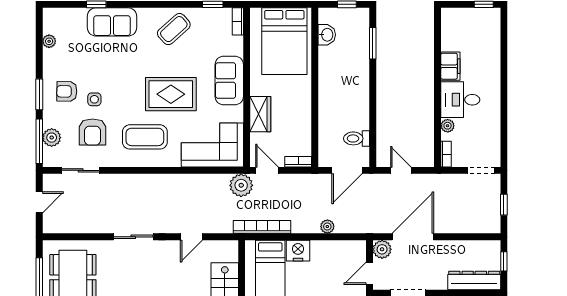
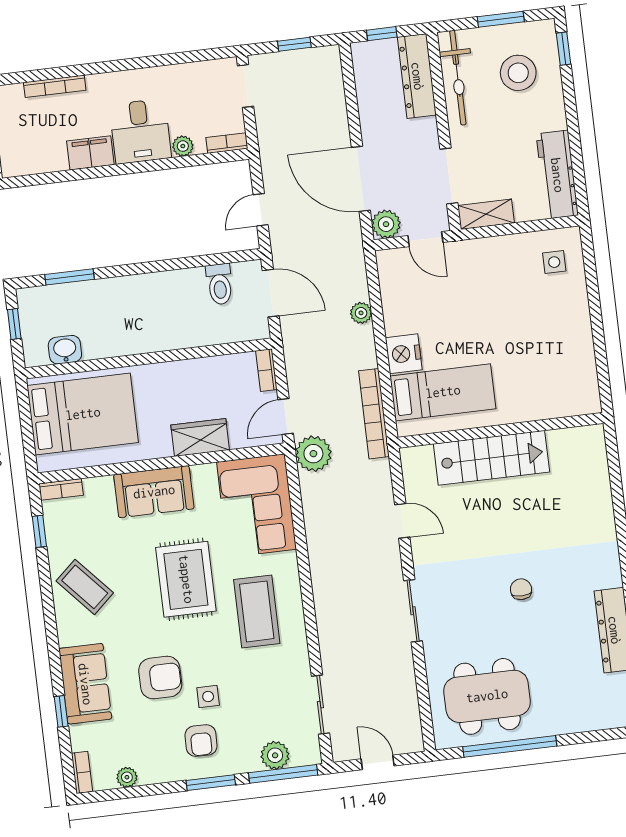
bookcase: (56, 13) -> (82, 772), added
bookcase: (496, 49) -> (55, 86), added
armchair: (92, 132) -> (160, 678), moved

